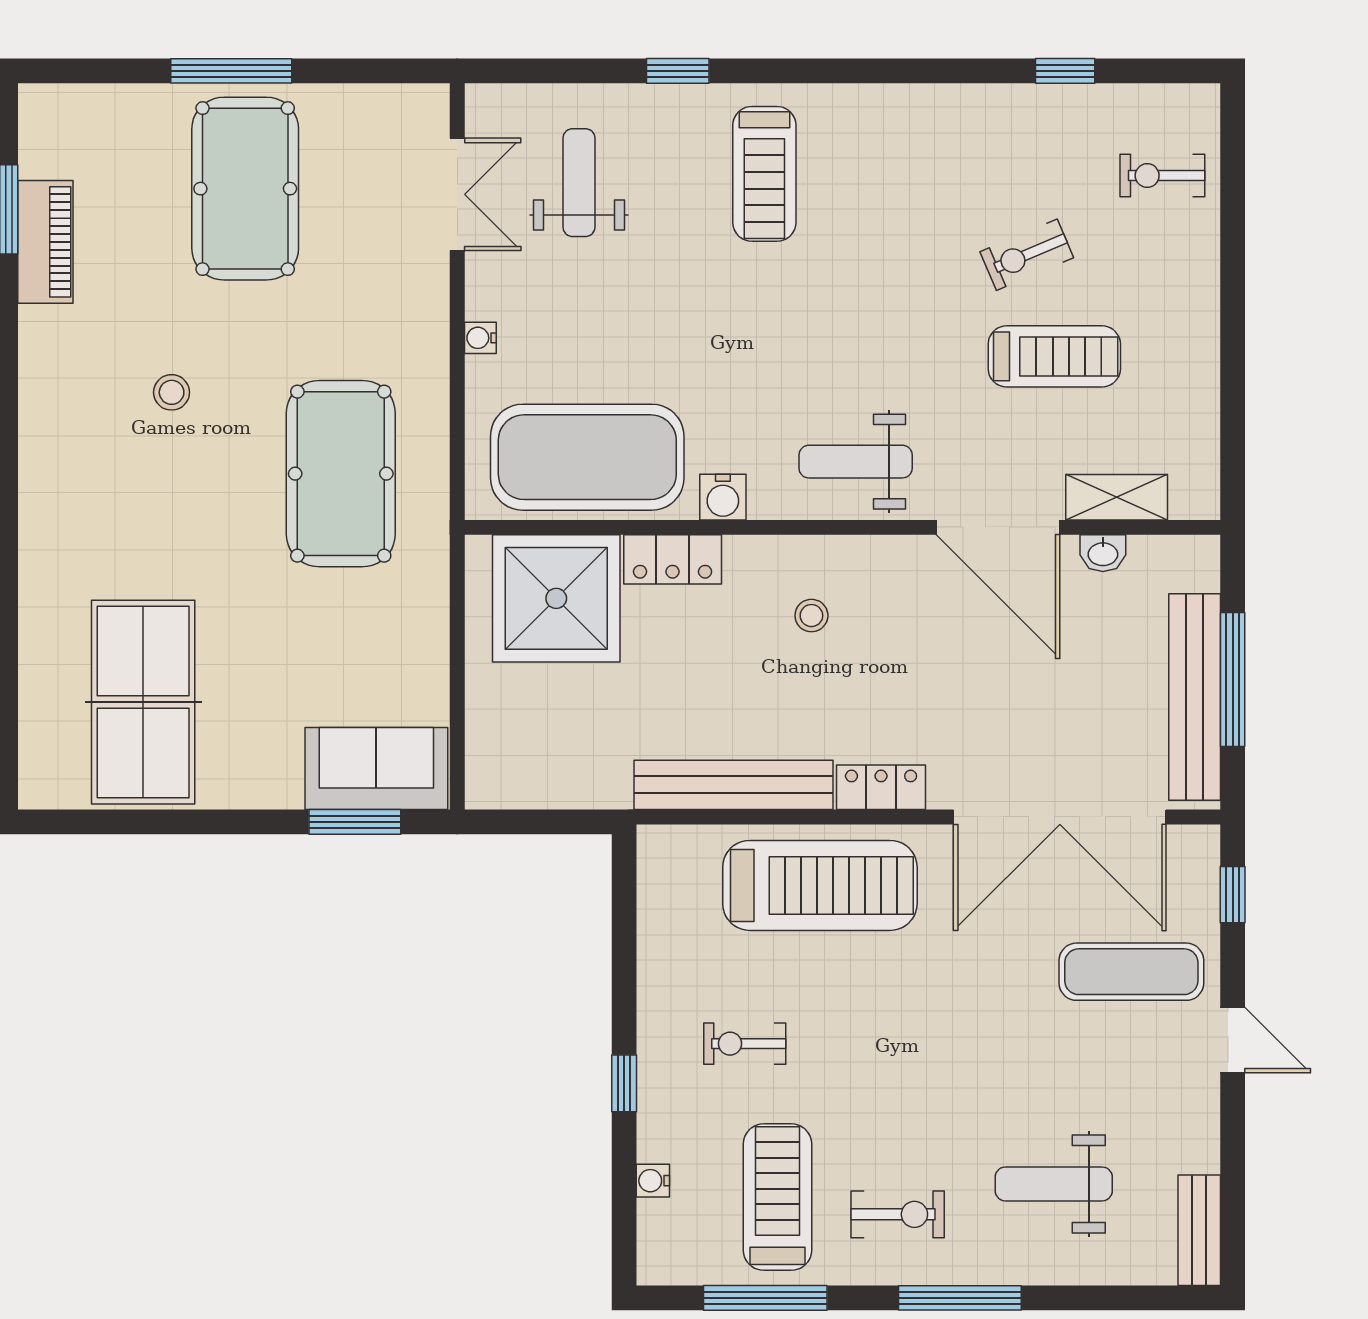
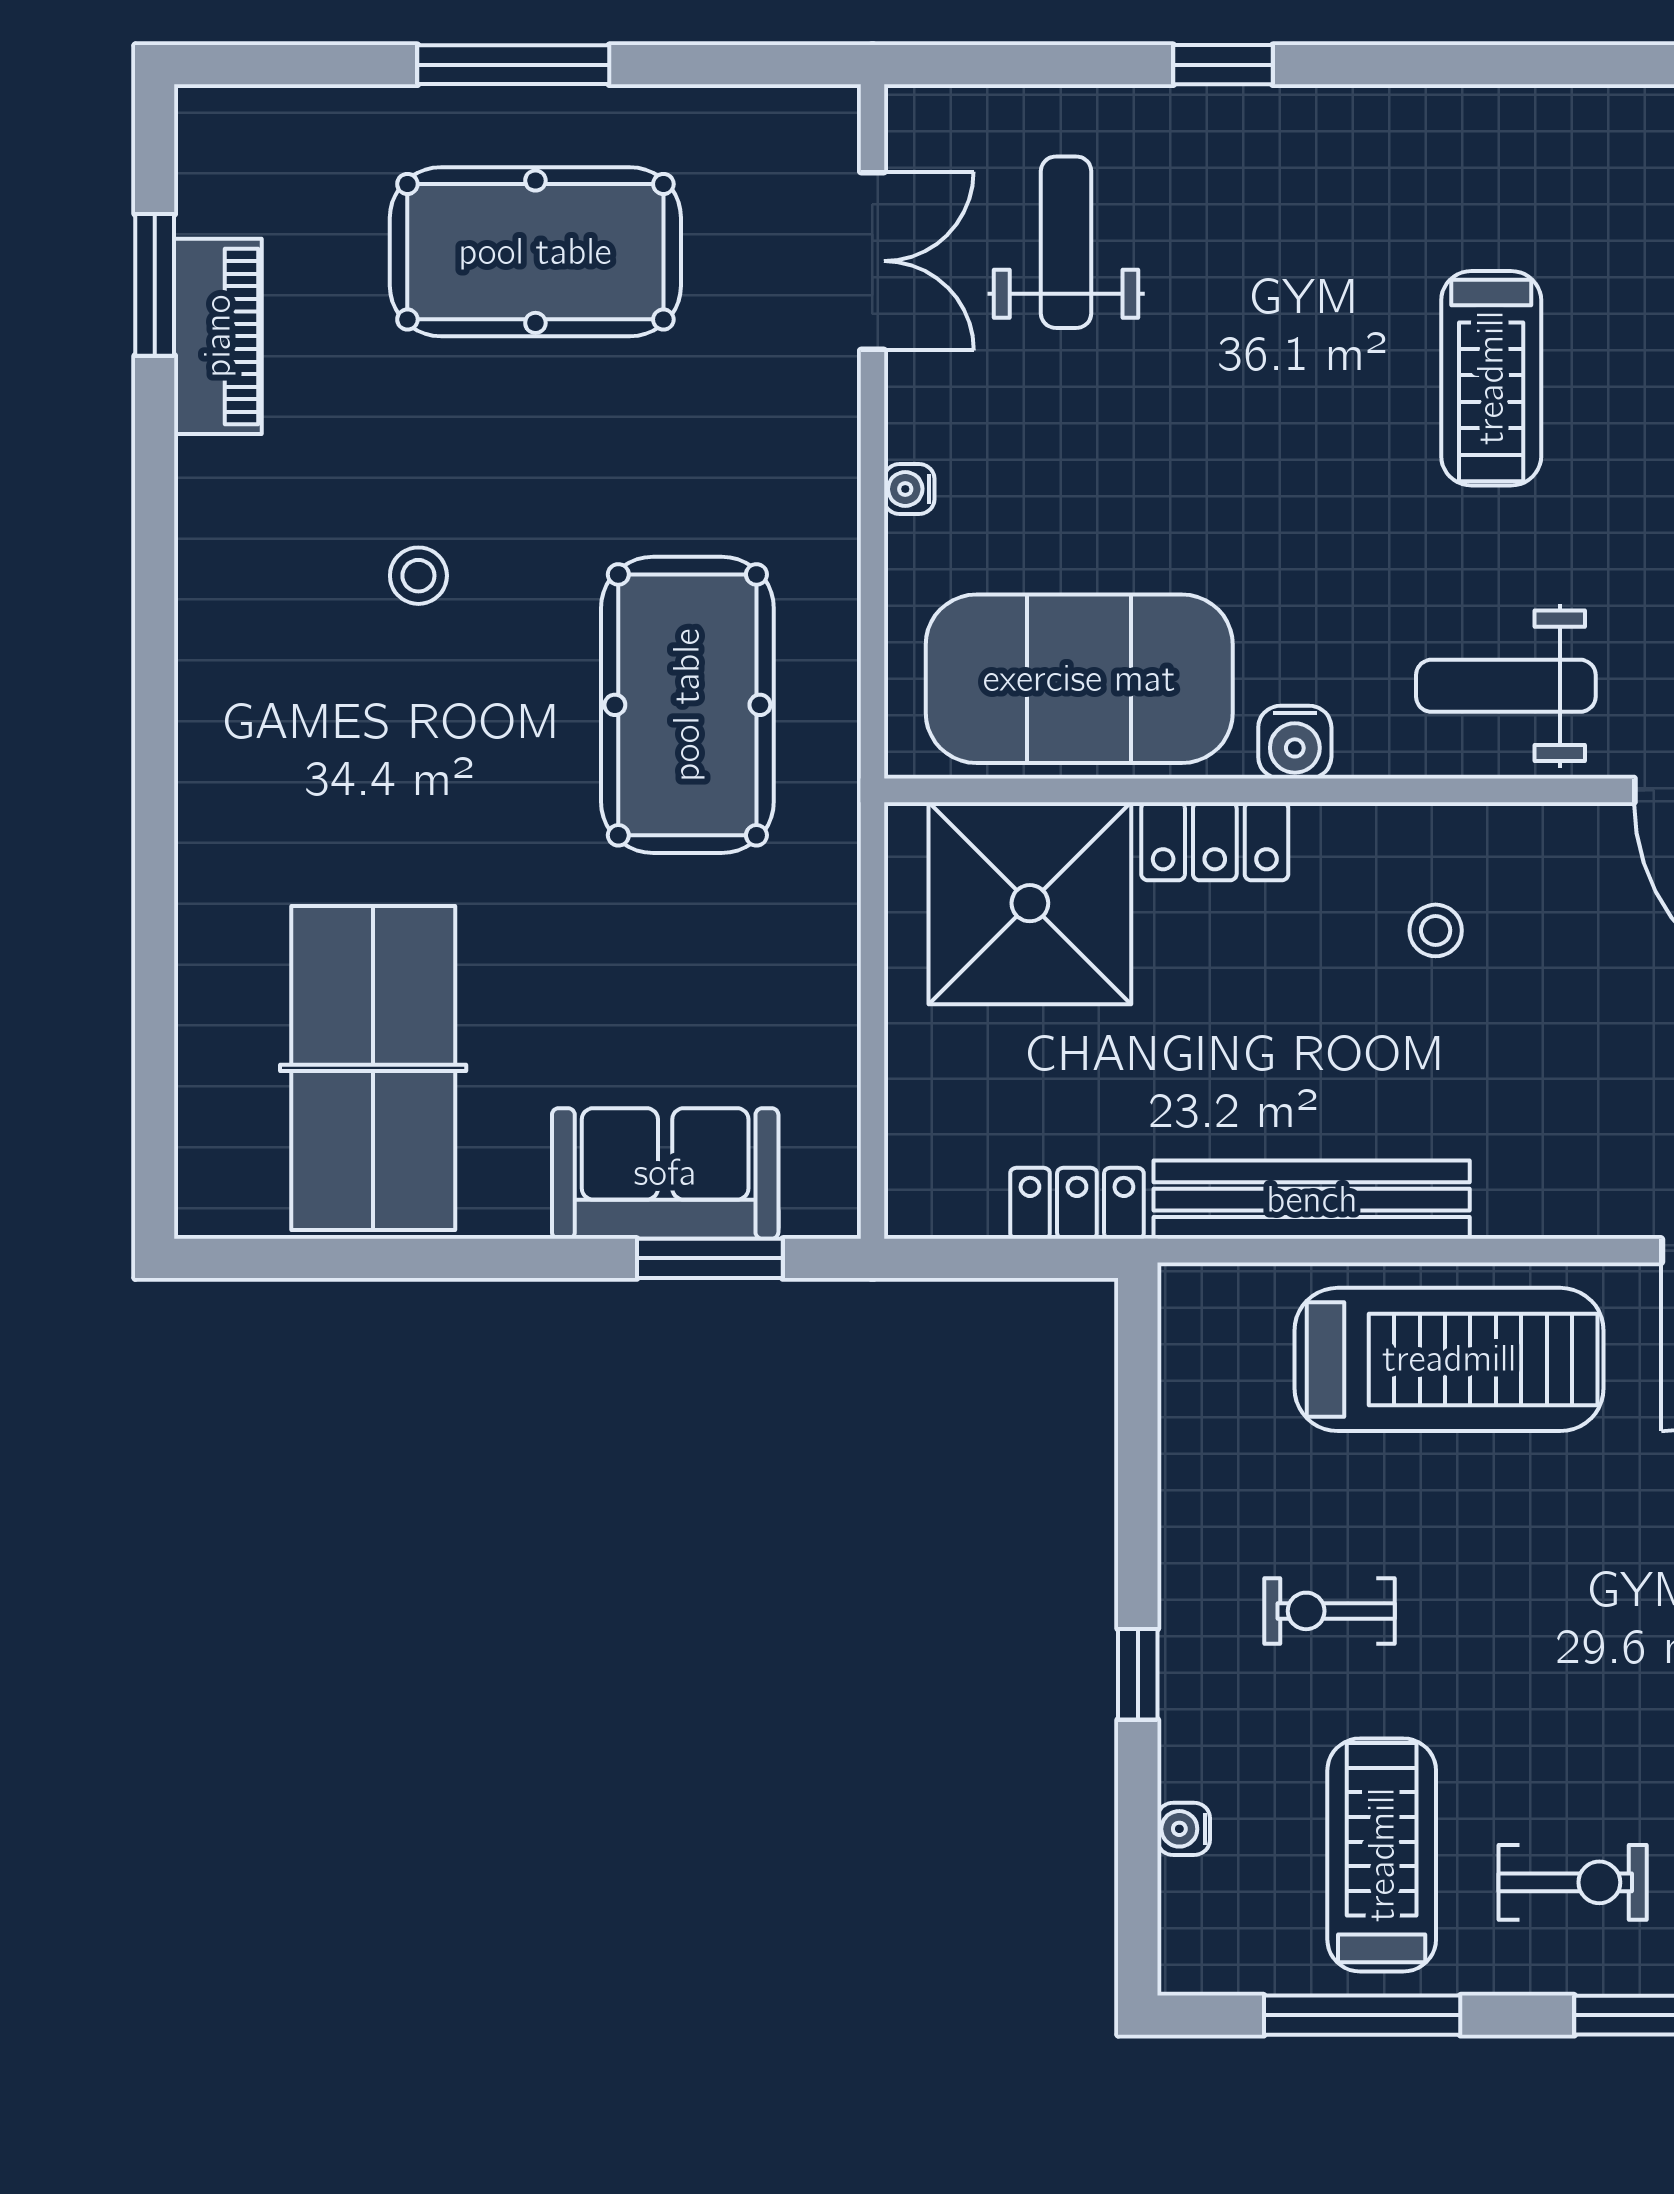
treadmill: (764, 174) -> (1491, 378), moved
pool table: (245, 189) -> (535, 252), turned 90
sofa: (376, 768) -> (665, 1173), moved
locker: (881, 787) -> (1077, 1203), moved

